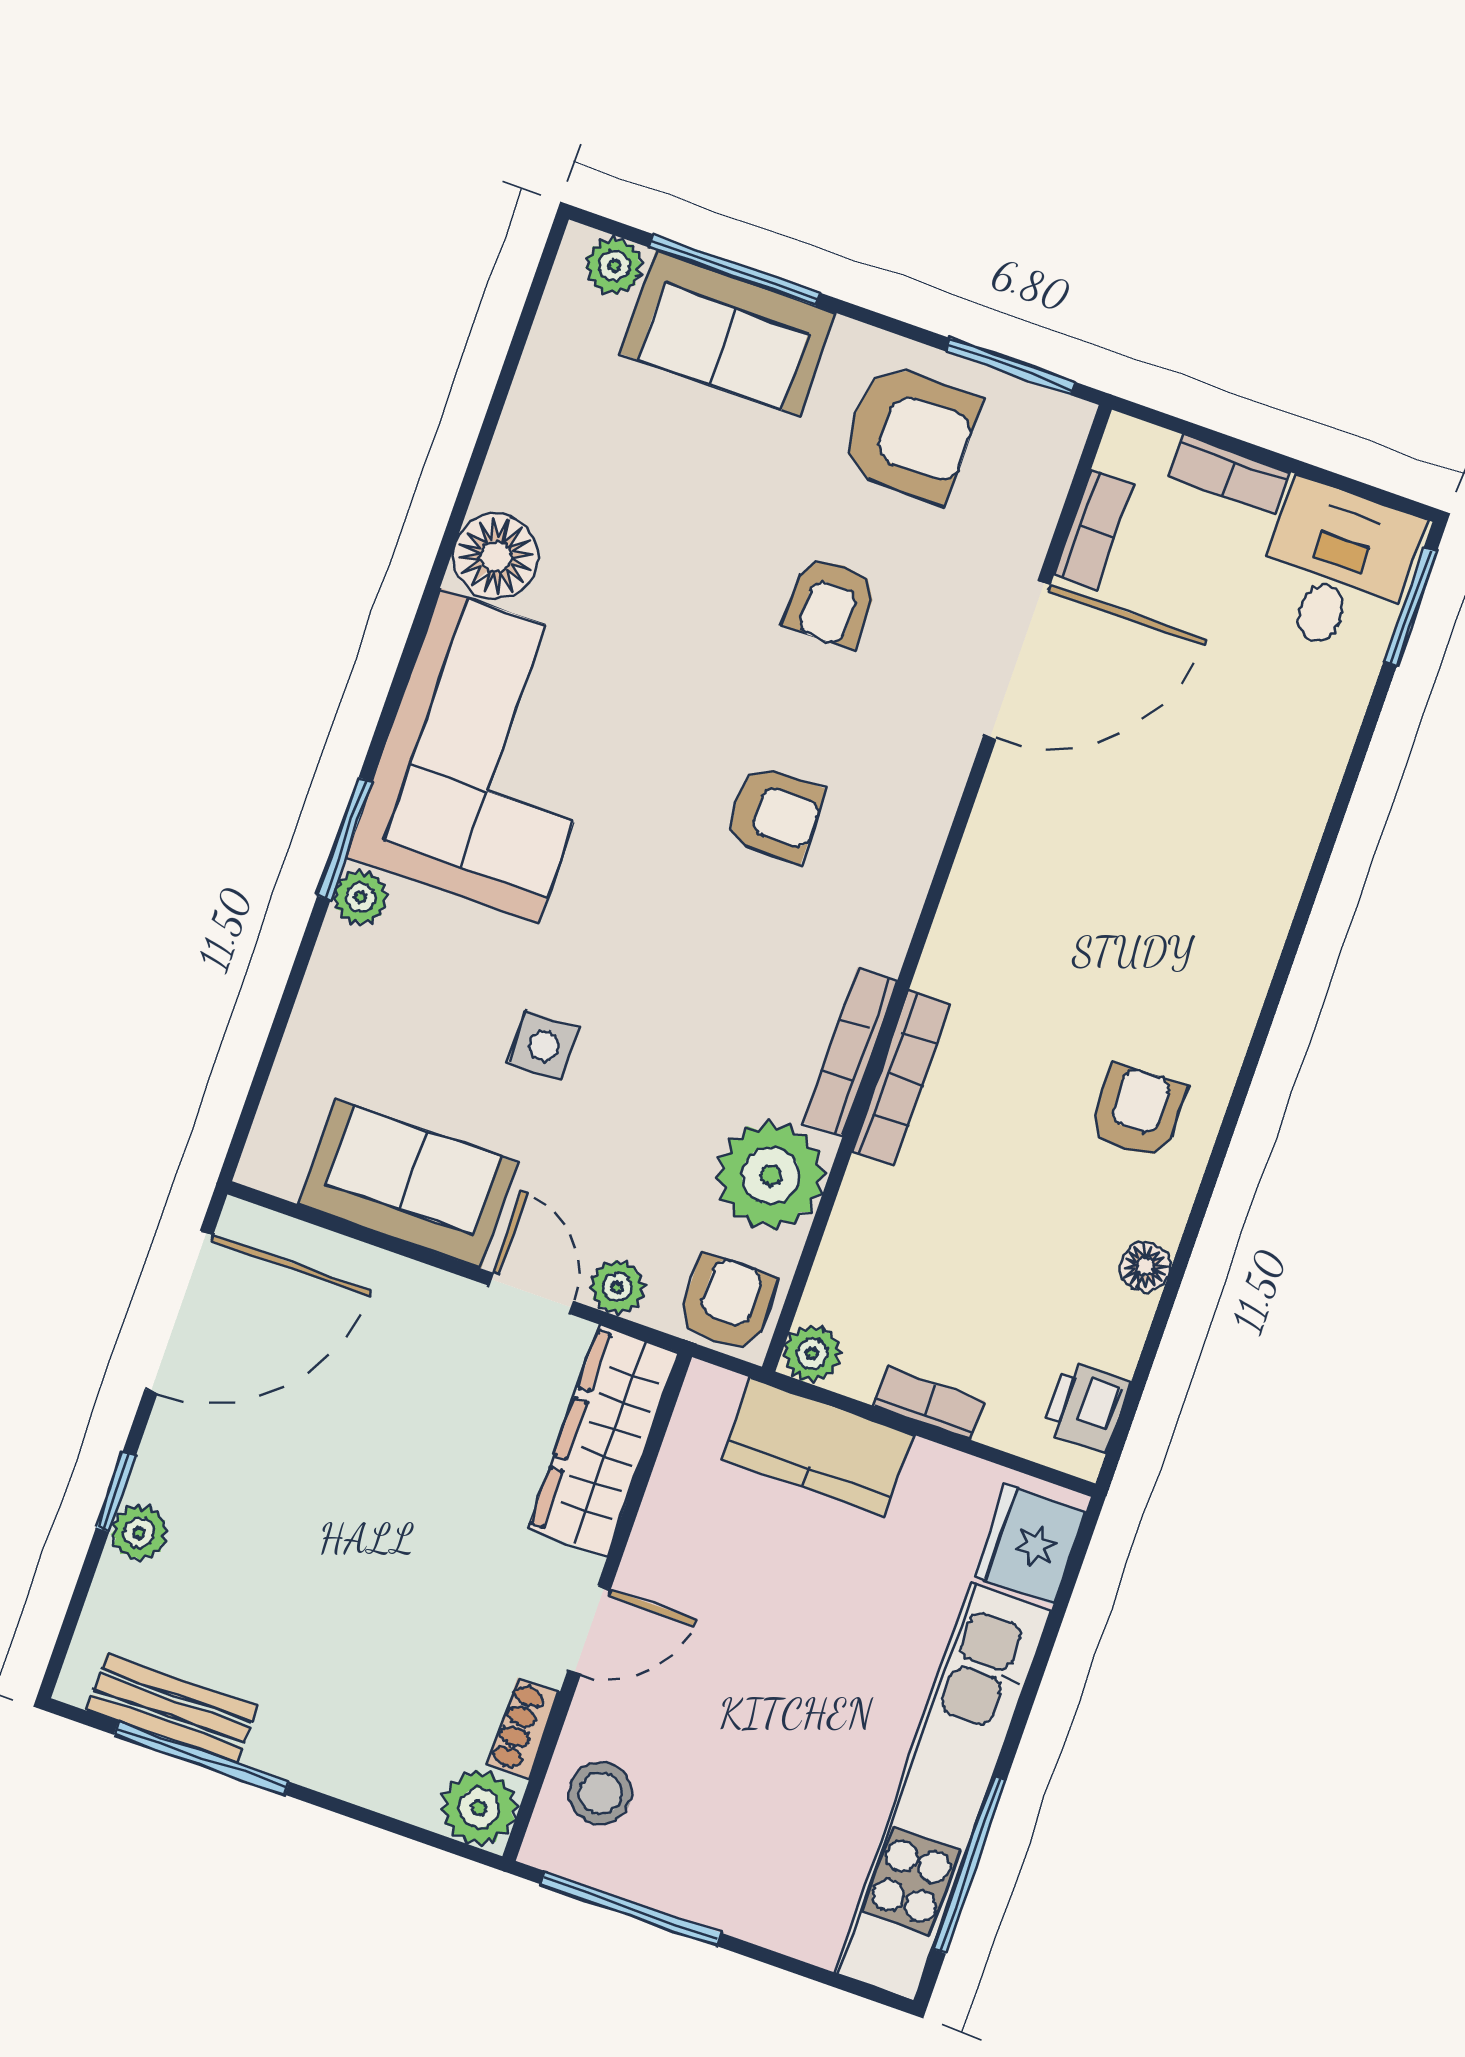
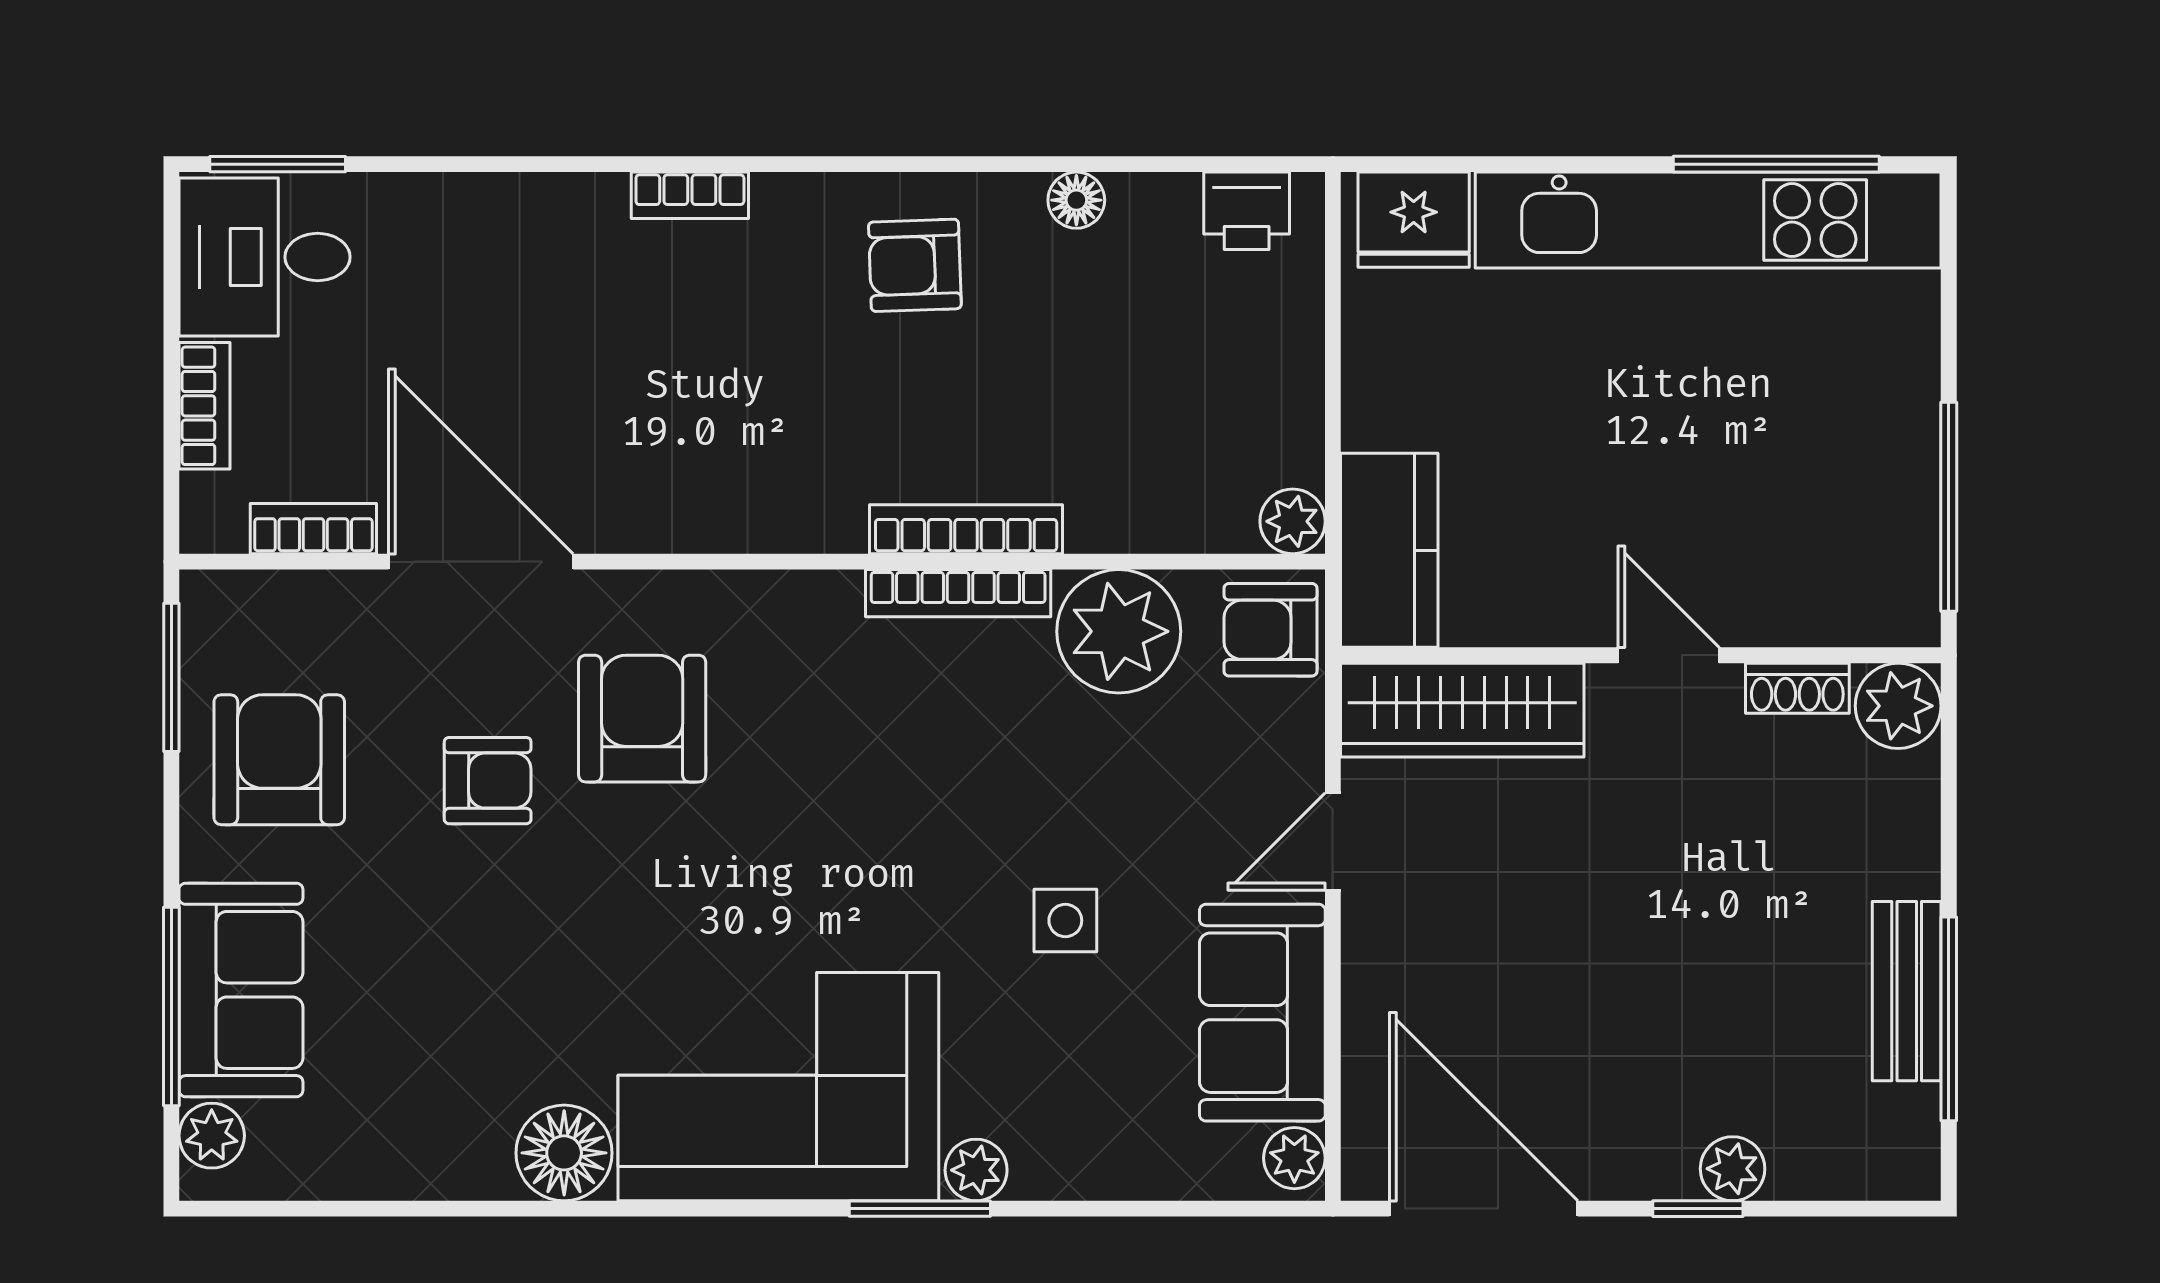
armchair: (775, 814) -> (642, 719), moved, width x1.38, depth x1.38
plant: (617, 1287) -> (1294, 1158), moved
bookcase: (929, 1403) -> (690, 195), moved, turned -90
kitchen counter: (817, 1447) -> (1389, 550), moved
bench: (172, 1708) -> (1907, 991), moved
stool: (600, 1793) -> (1838, 583), removed

